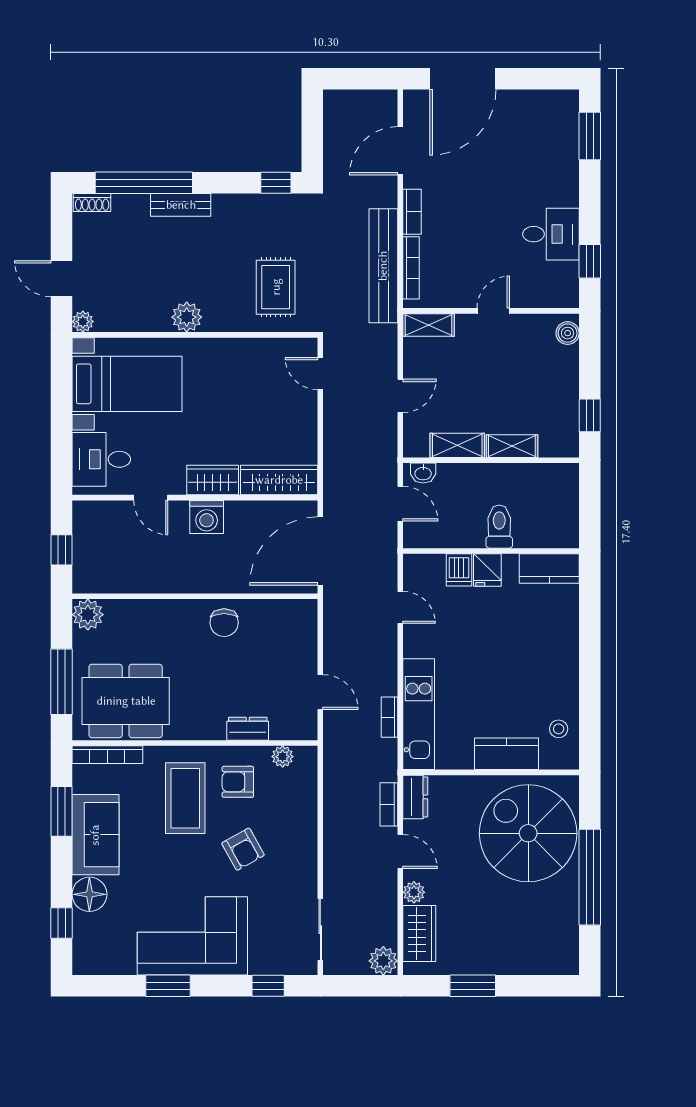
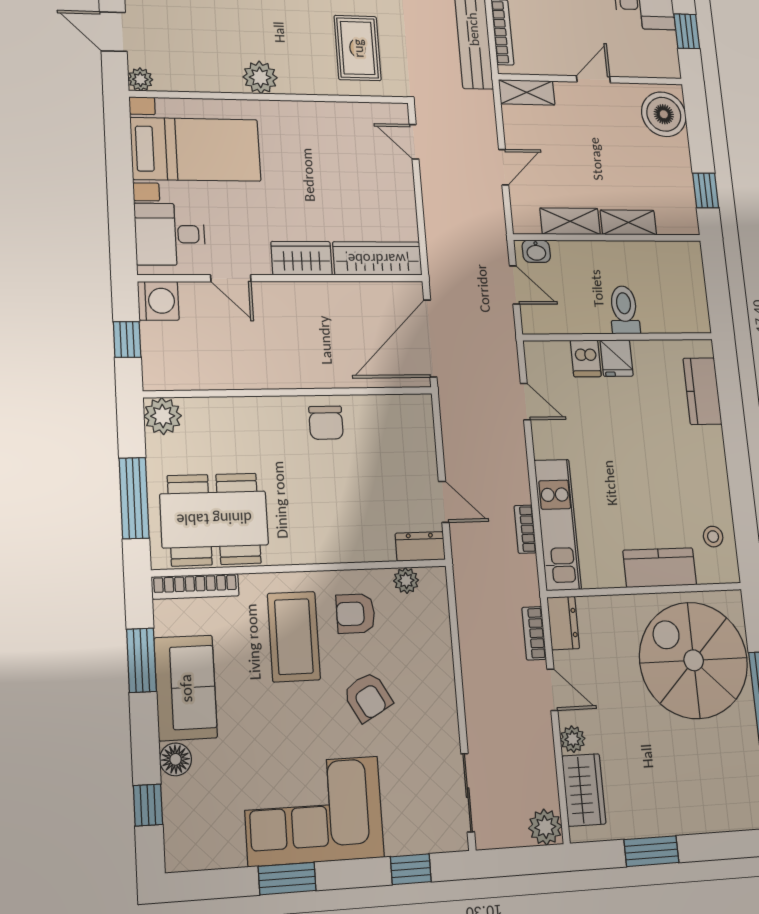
boiler: (568, 333) -> (664, 114), width x1.86, depth x1.86
washing machine: (207, 517) -> (158, 301), moved, turned -90
kitchen counter: (549, 569) -> (702, 391), moved, turned 90
dresser: (248, 729) -> (420, 546), moved
floor lamp: (89, 894) -> (176, 759), width x0.73, depth x0.73

